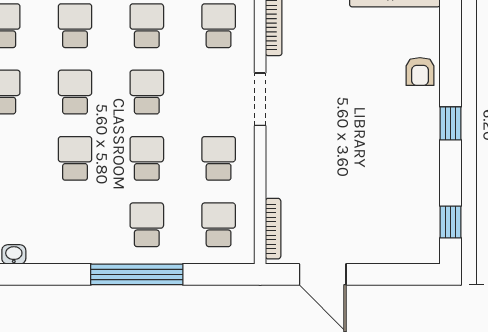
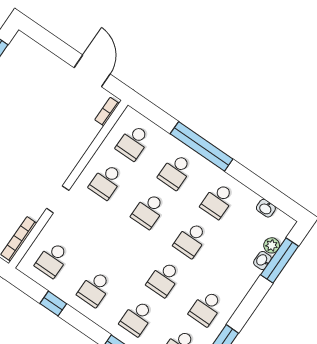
school desk: (147, 92) -> (218, 201), moved
doorway: (260, 99) -> (58, 199), width x0.73
bookcase: (273, 229) -> (107, 112), width x0.64

